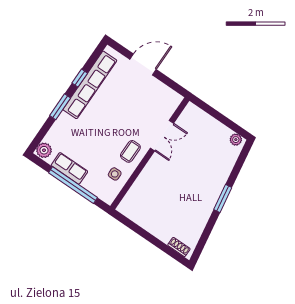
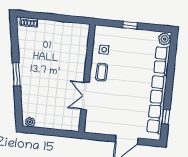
window: (80, 78) -> (166, 117), moved
window: (60, 107) -> (170, 77), removed
row of seats: (69, 168) -> (162, 60), moved, turned 90
window: (73, 185) -> (130, 25), width x0.32

